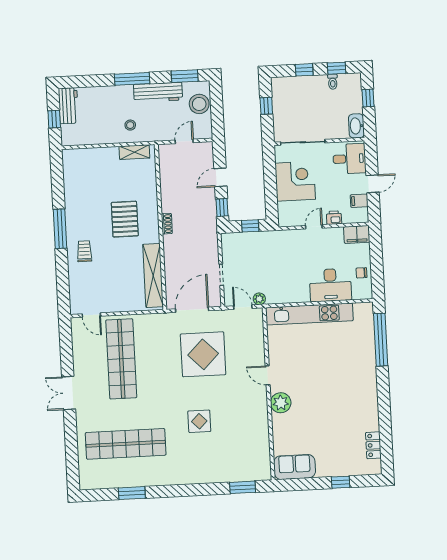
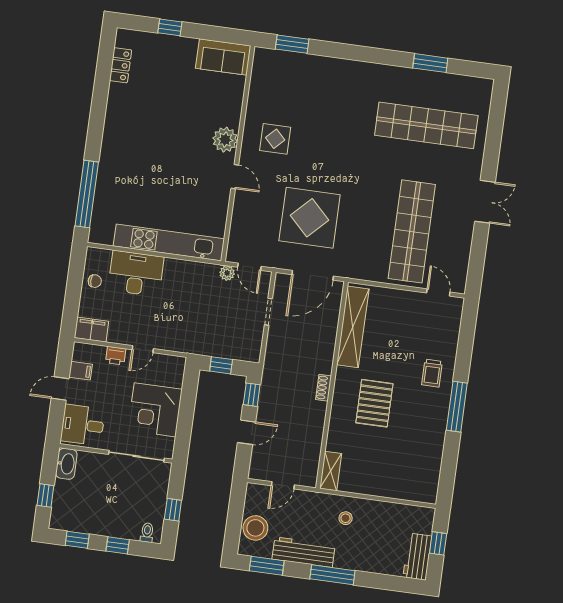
toilet: (333, 82) -> (147, 533), moved
shelving: (134, 152) -> (331, 471), moved, turned 90
display table: (199, 421) -> (275, 139), moved

